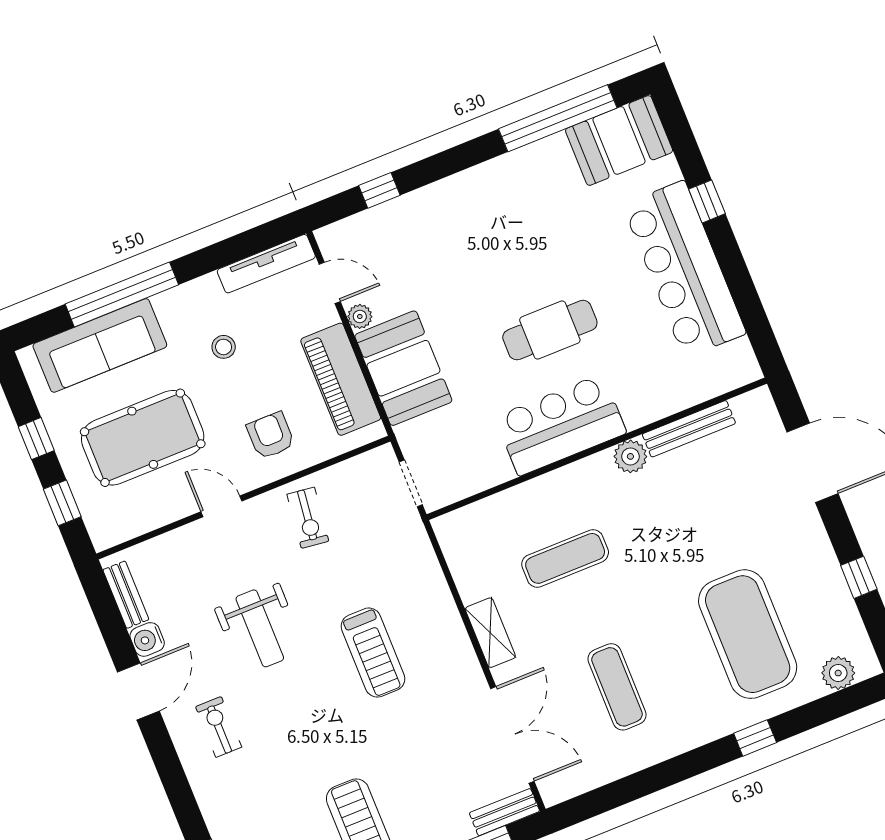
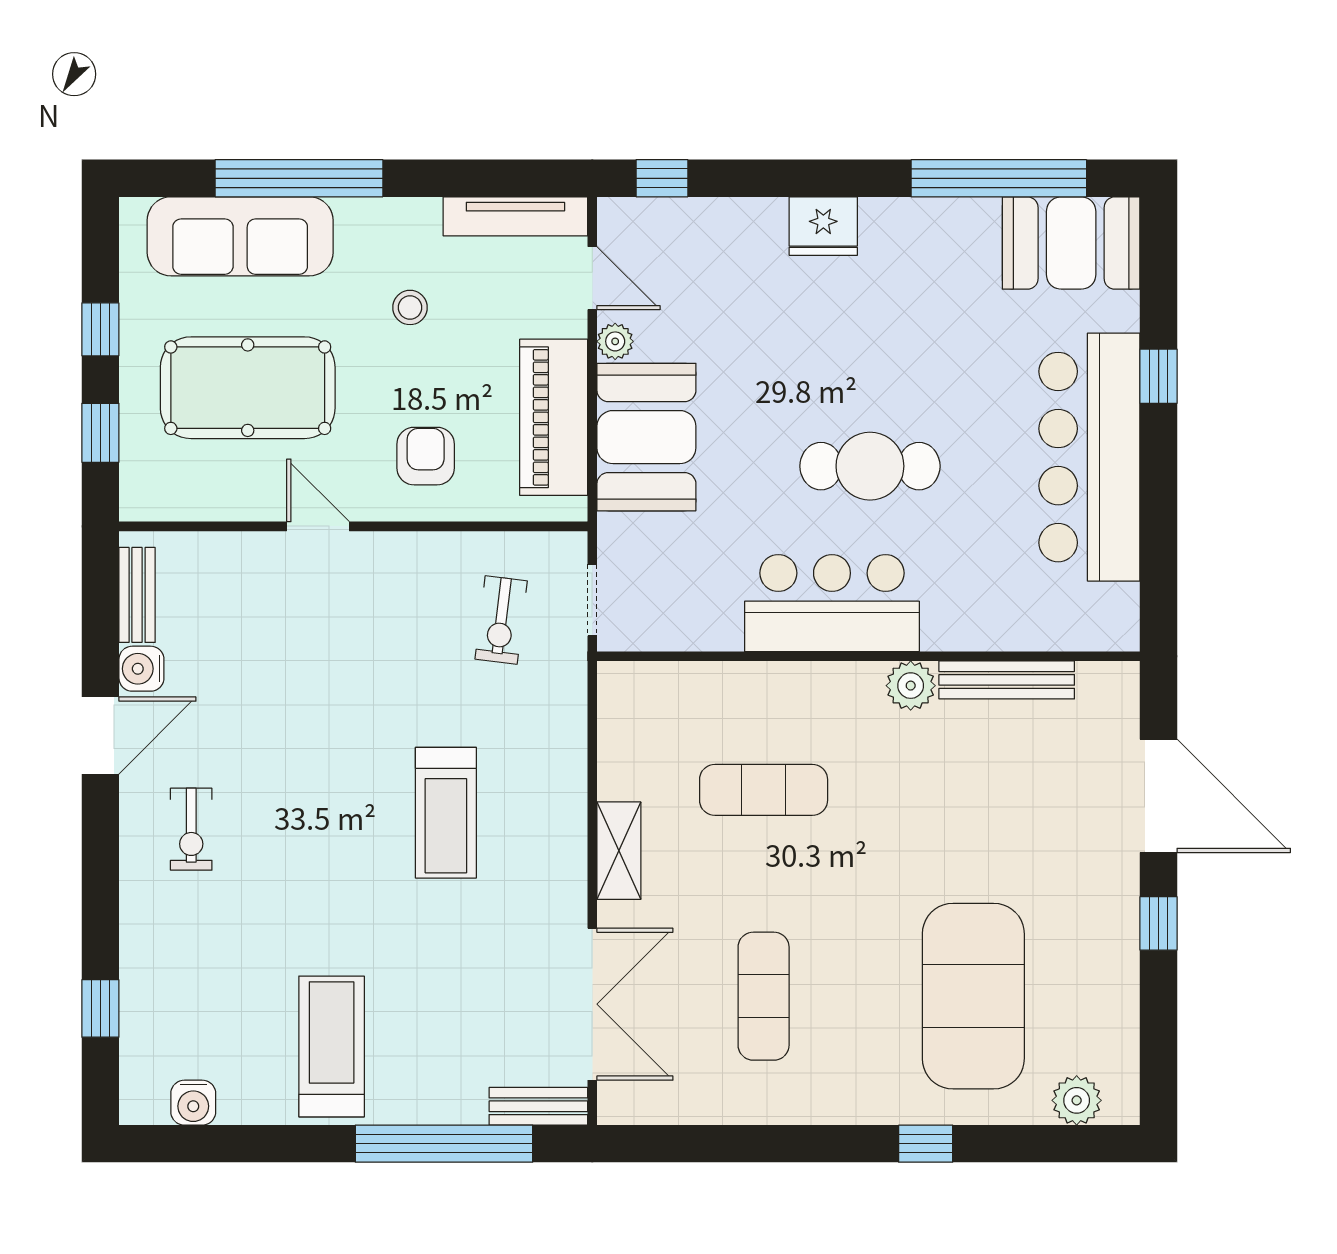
window: (379, 190) -> (662, 178), moved
fridge: (460, 192) -> (823, 226), added
exercise bike: (308, 518) -> (501, 620), moved
window: (859, 577) -> (1159, 923), moved
weight bench: (260, 628) -> (303, 716), removed
exercise bike: (219, 727) -> (191, 829), turned 180

